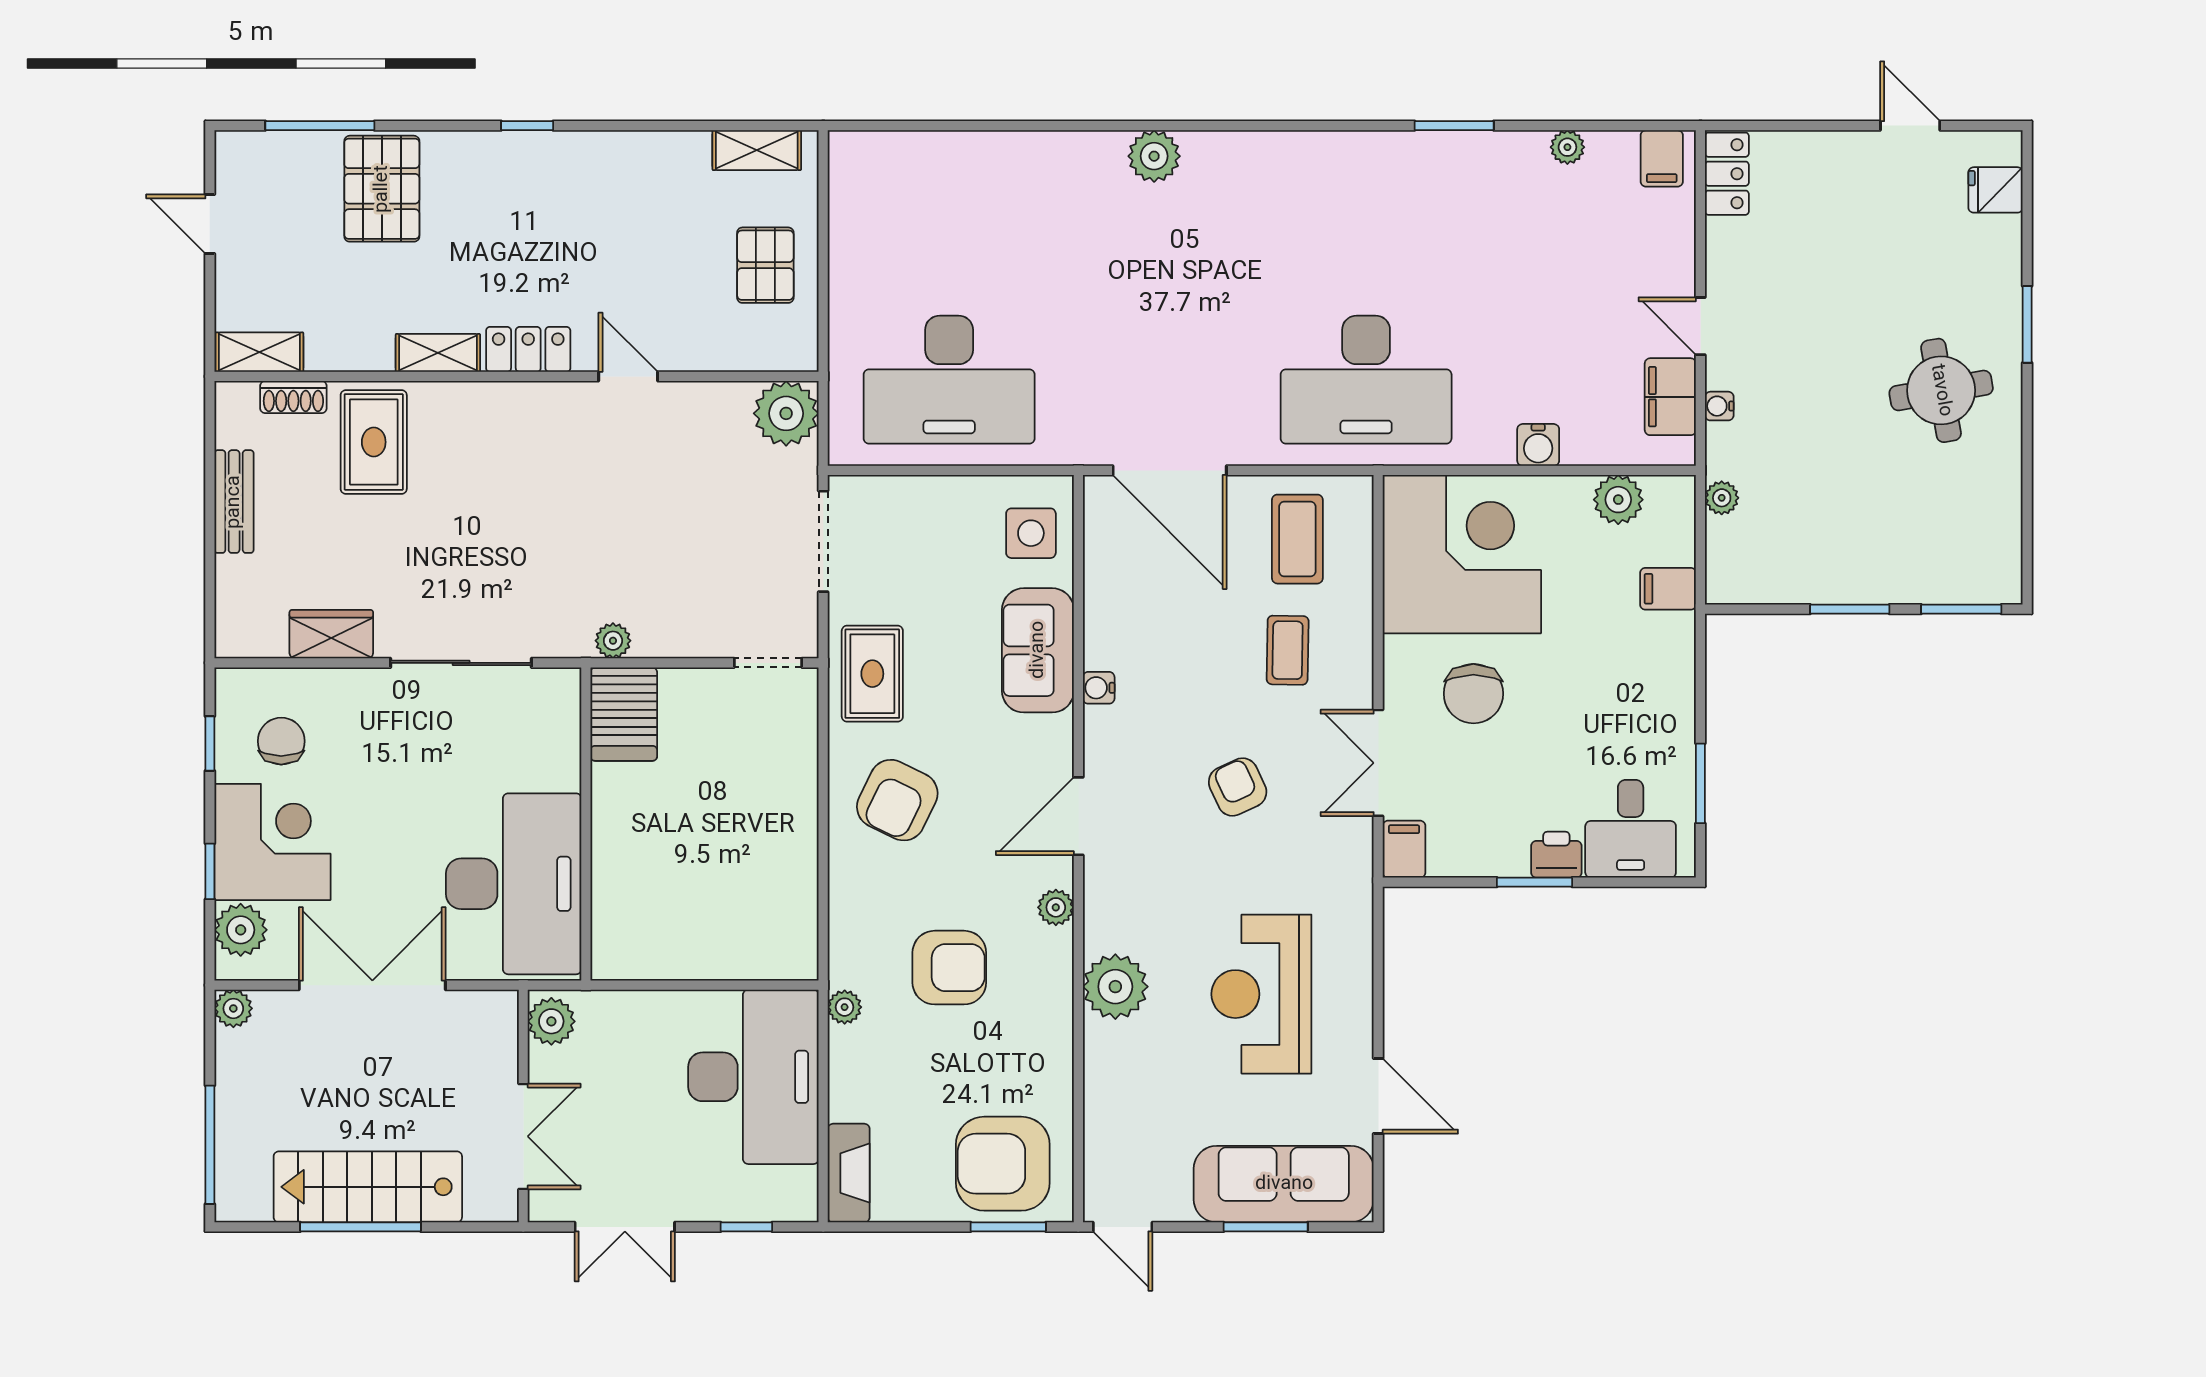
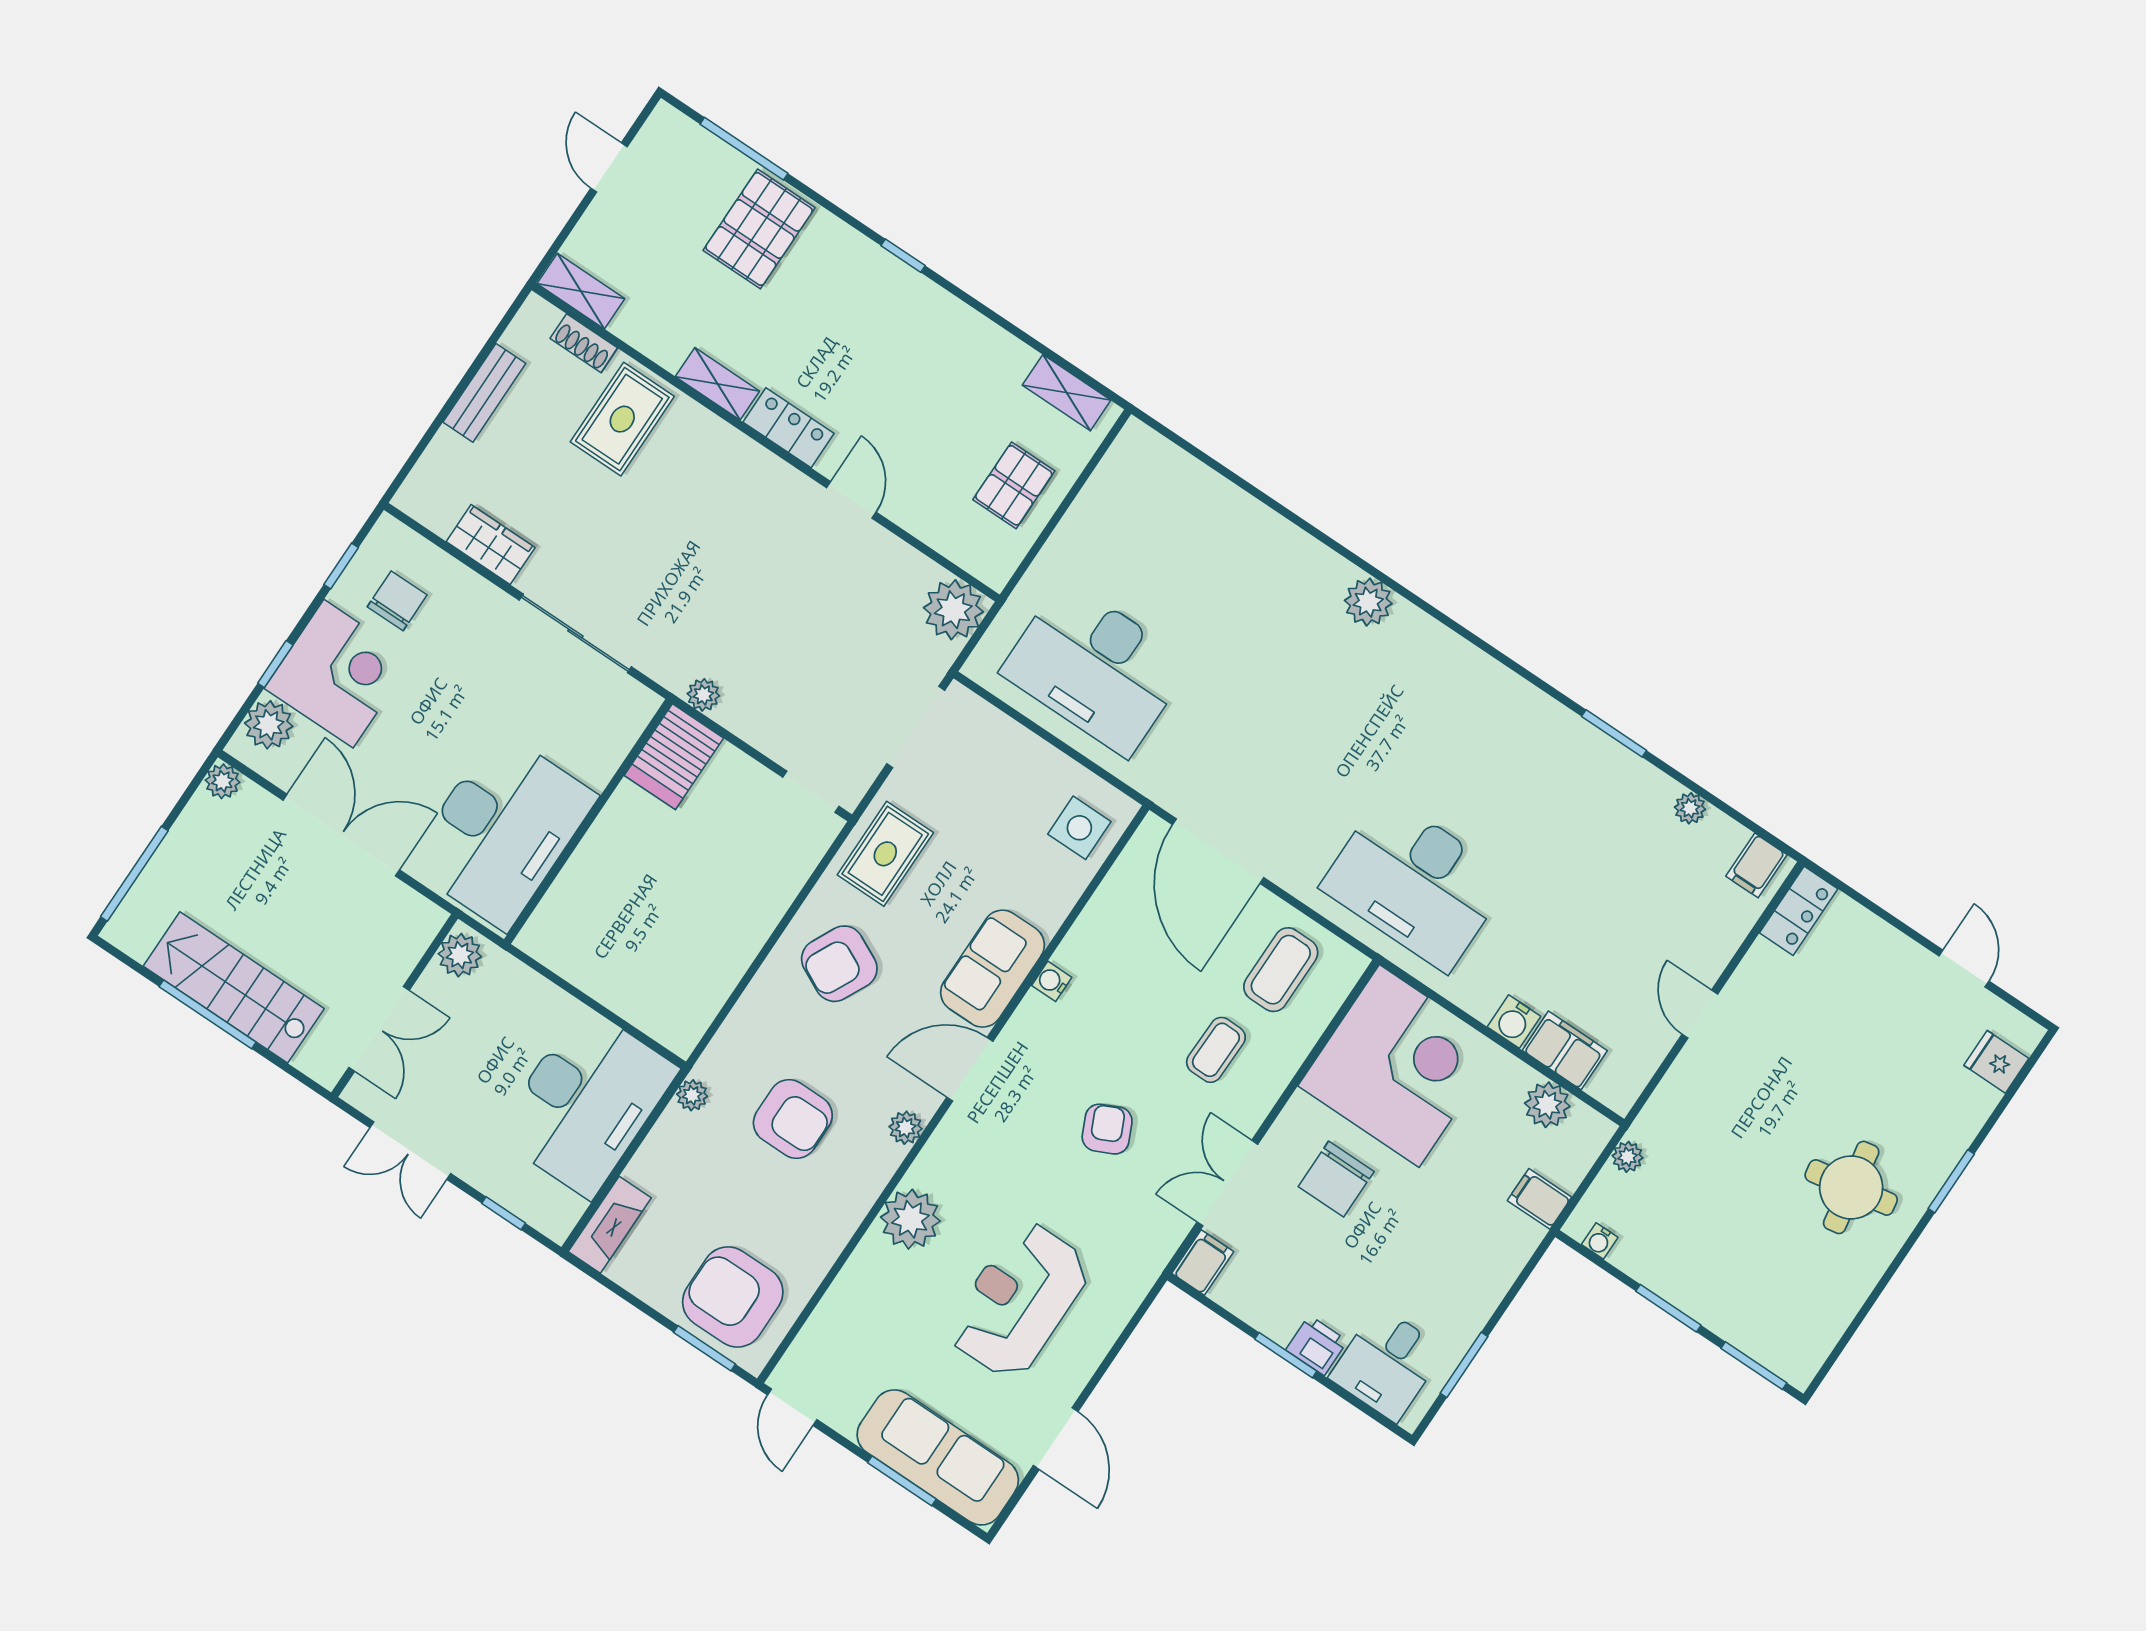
filing cabinet: (1670, 397) -> (1565, 1050), moved, turned 90
water cooler: (1719, 406) -> (1600, 1241), moved, turned -90
sofa: (1038, 650) -> (993, 969), moved

